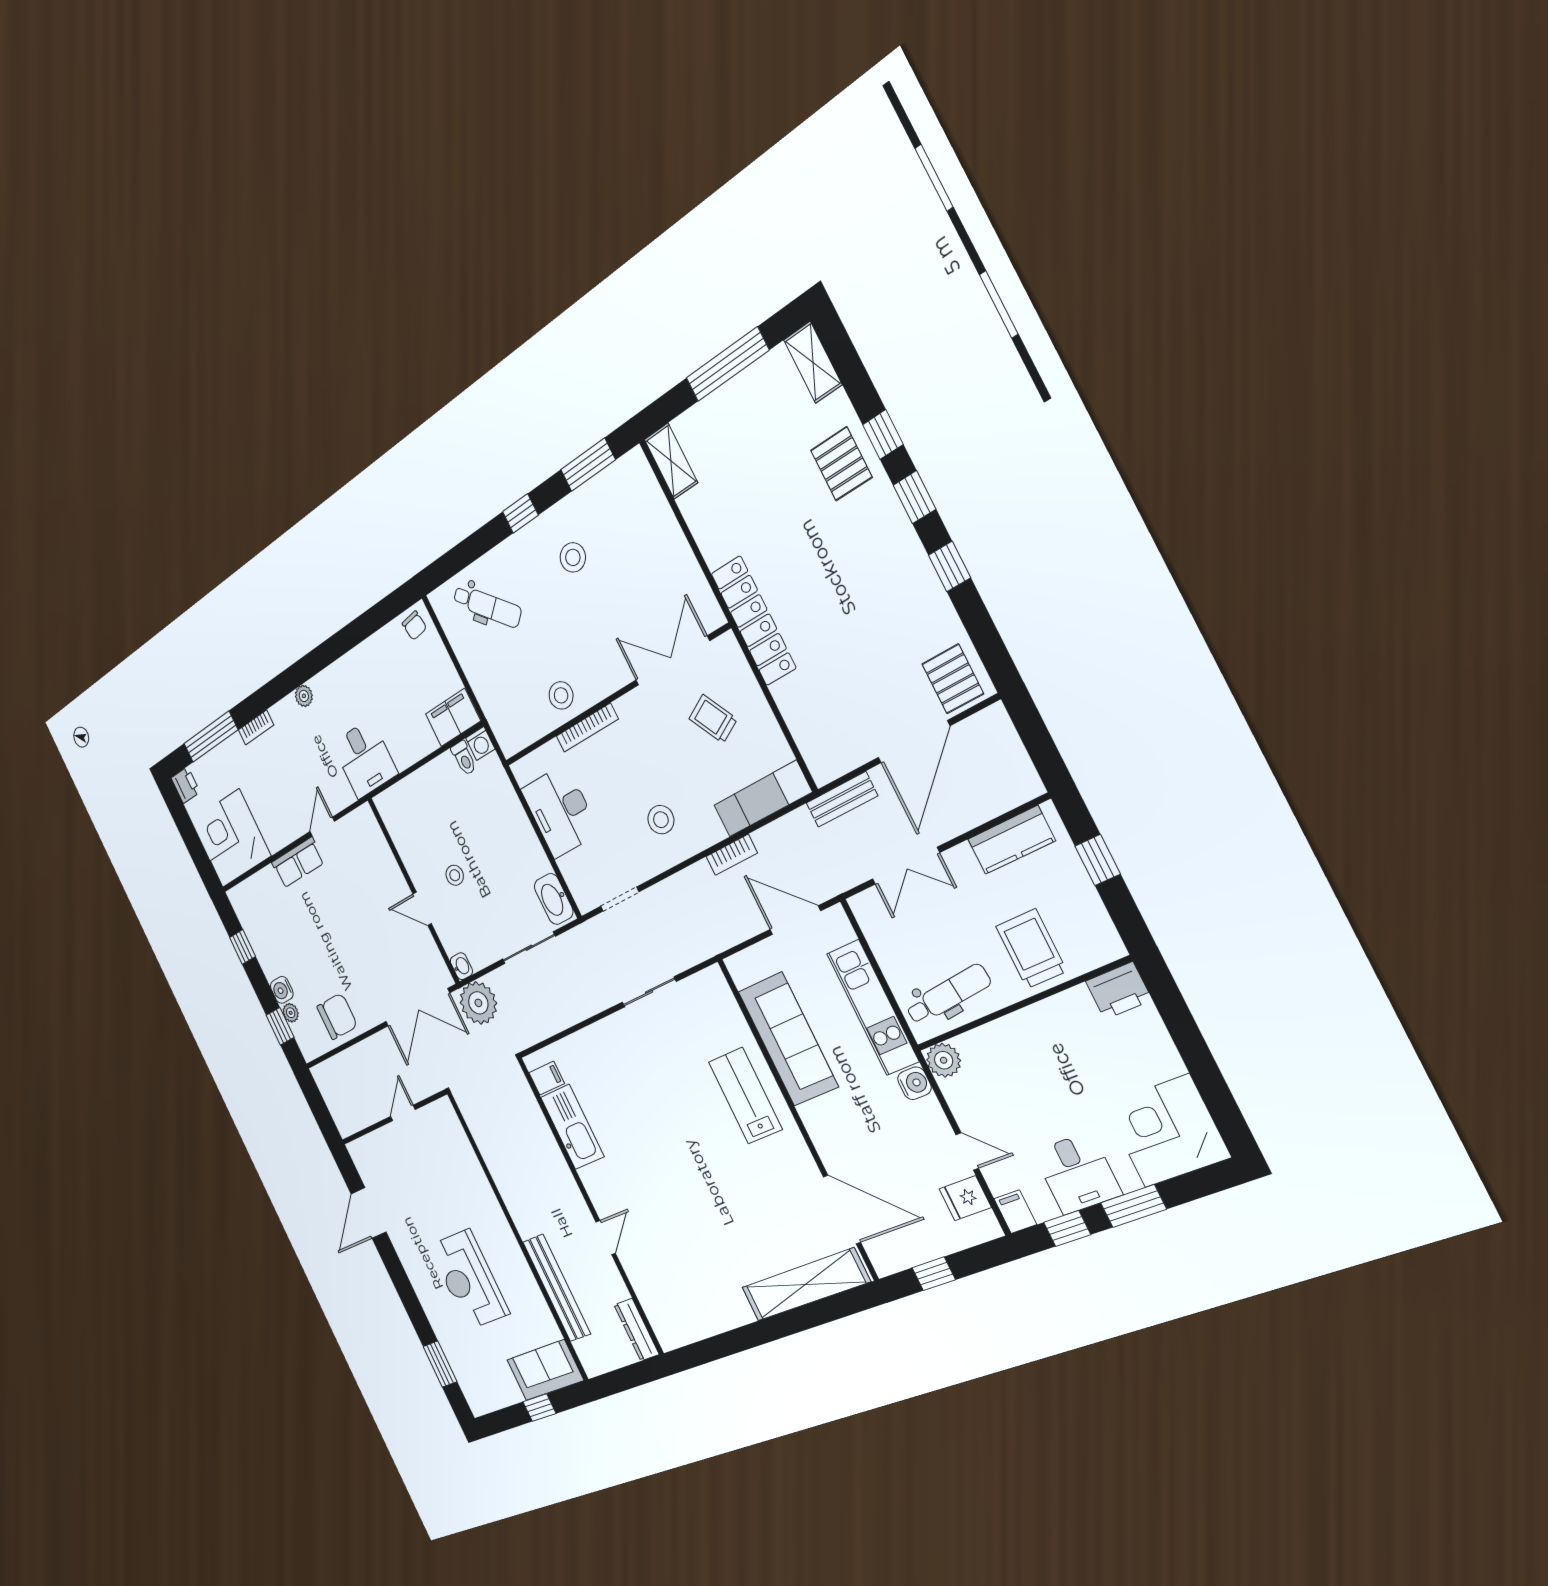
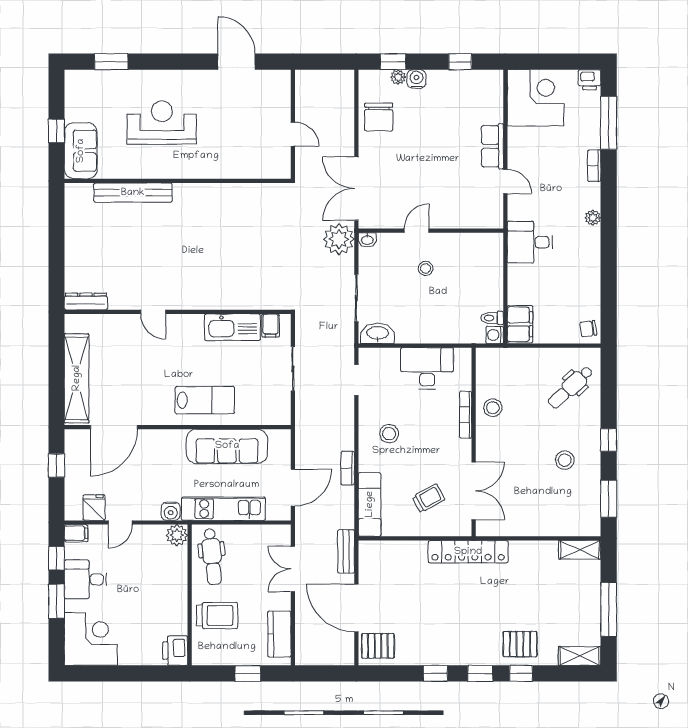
filing cabinet: (547, 1078) -> (271, 326), moved
kitchen sink: (572, 1127) -> (232, 327), moved
wall: (590, 1206) -> (178, 312), moved
door: (606, 1238) -> (153, 312), moved
dresser: (637, 1330) -> (86, 302), moved

